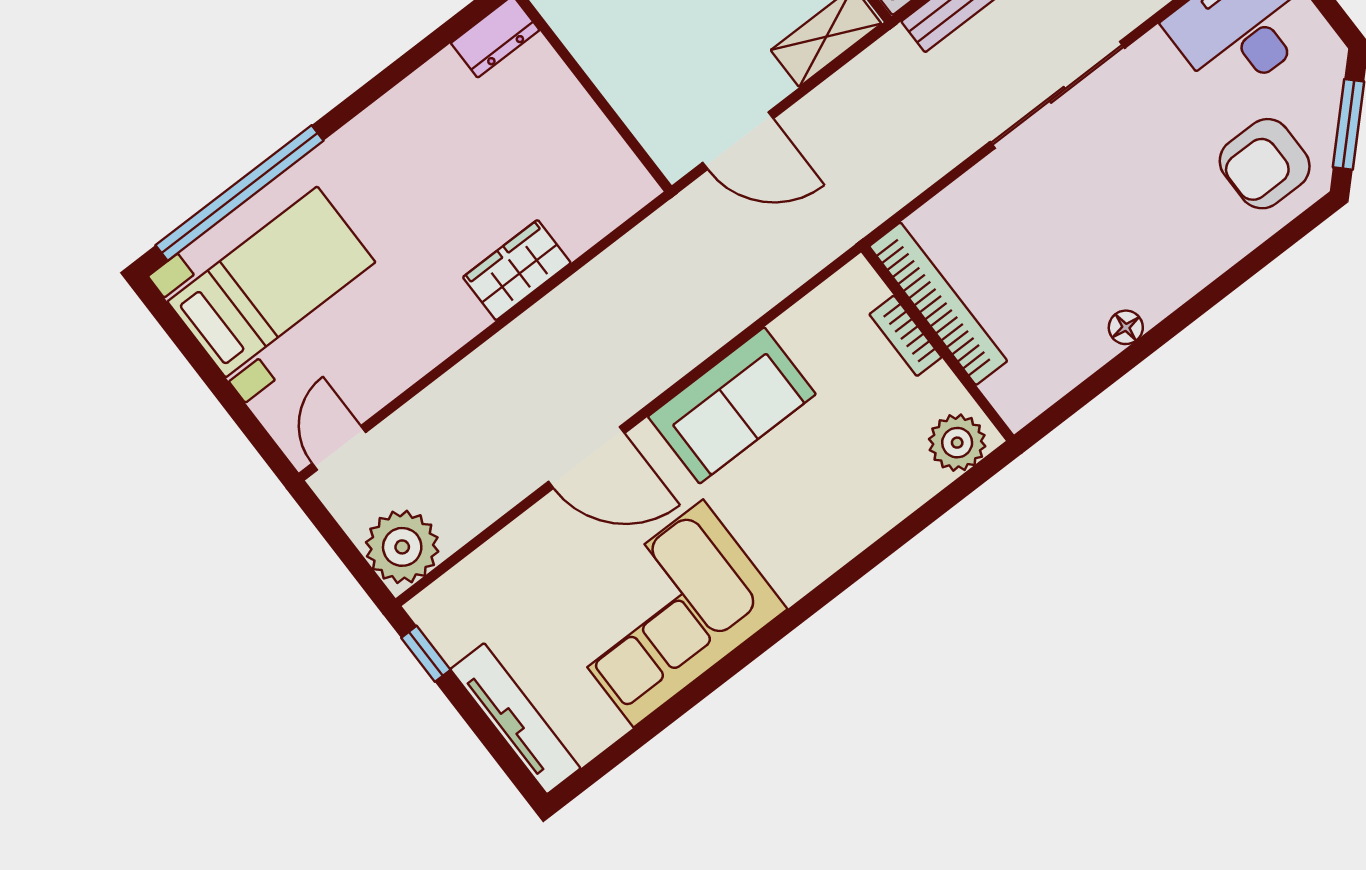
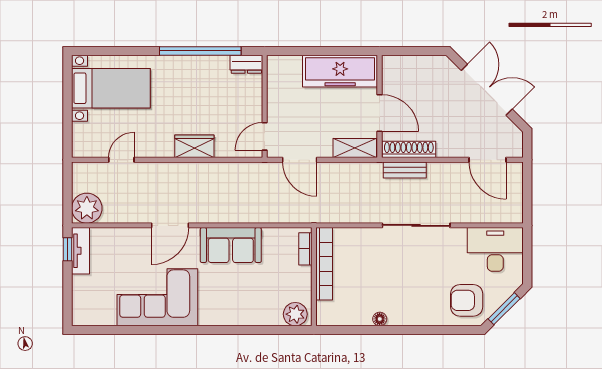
door: (636, 148) -> (265, 136), added
window: (240, 193) -> (200, 51), moved
bookcase: (905, 336) -> (305, 249), moved
door: (339, 448) -> (121, 160), moved
door: (587, 457) -> (170, 225), hinge flipped
tv unit: (515, 719) -> (81, 251), moved, width x0.71

